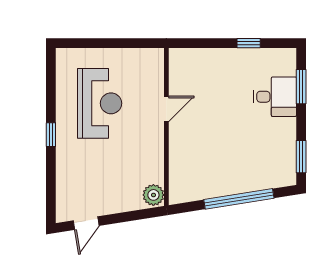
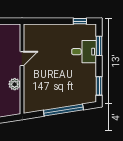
window: (249, 43) -> (80, 21), moved
plant: (153, 195) -> (15, 84), moved

